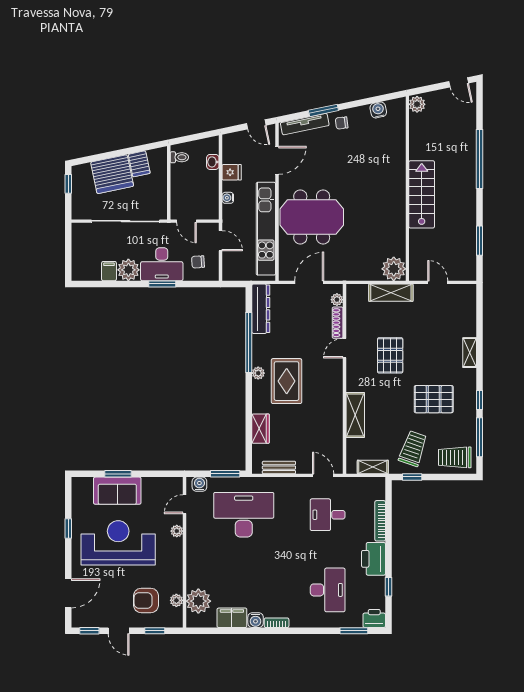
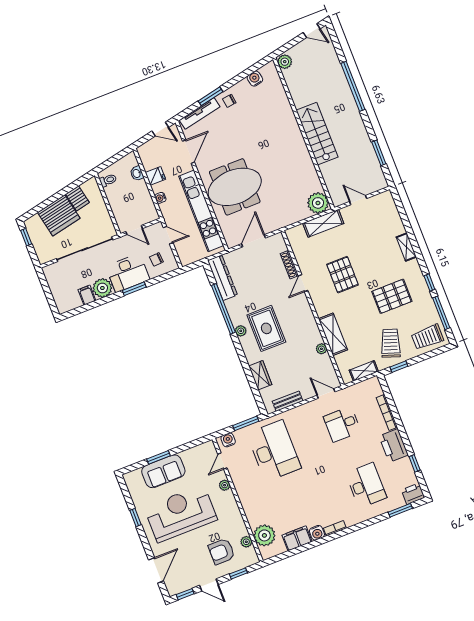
plant: (337, 300) -> (321, 349), moved
desk: (244, 515) -> (274, 451), turned 90

